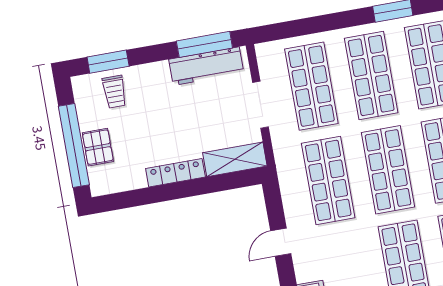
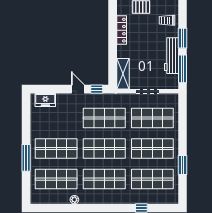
window: (108, 62) -> (182, 38), moved
workbench: (206, 66) -> (172, 56), moved
locker: (175, 173) -> (122, 30), moved
window: (274, 205) -> (97, 89), added

